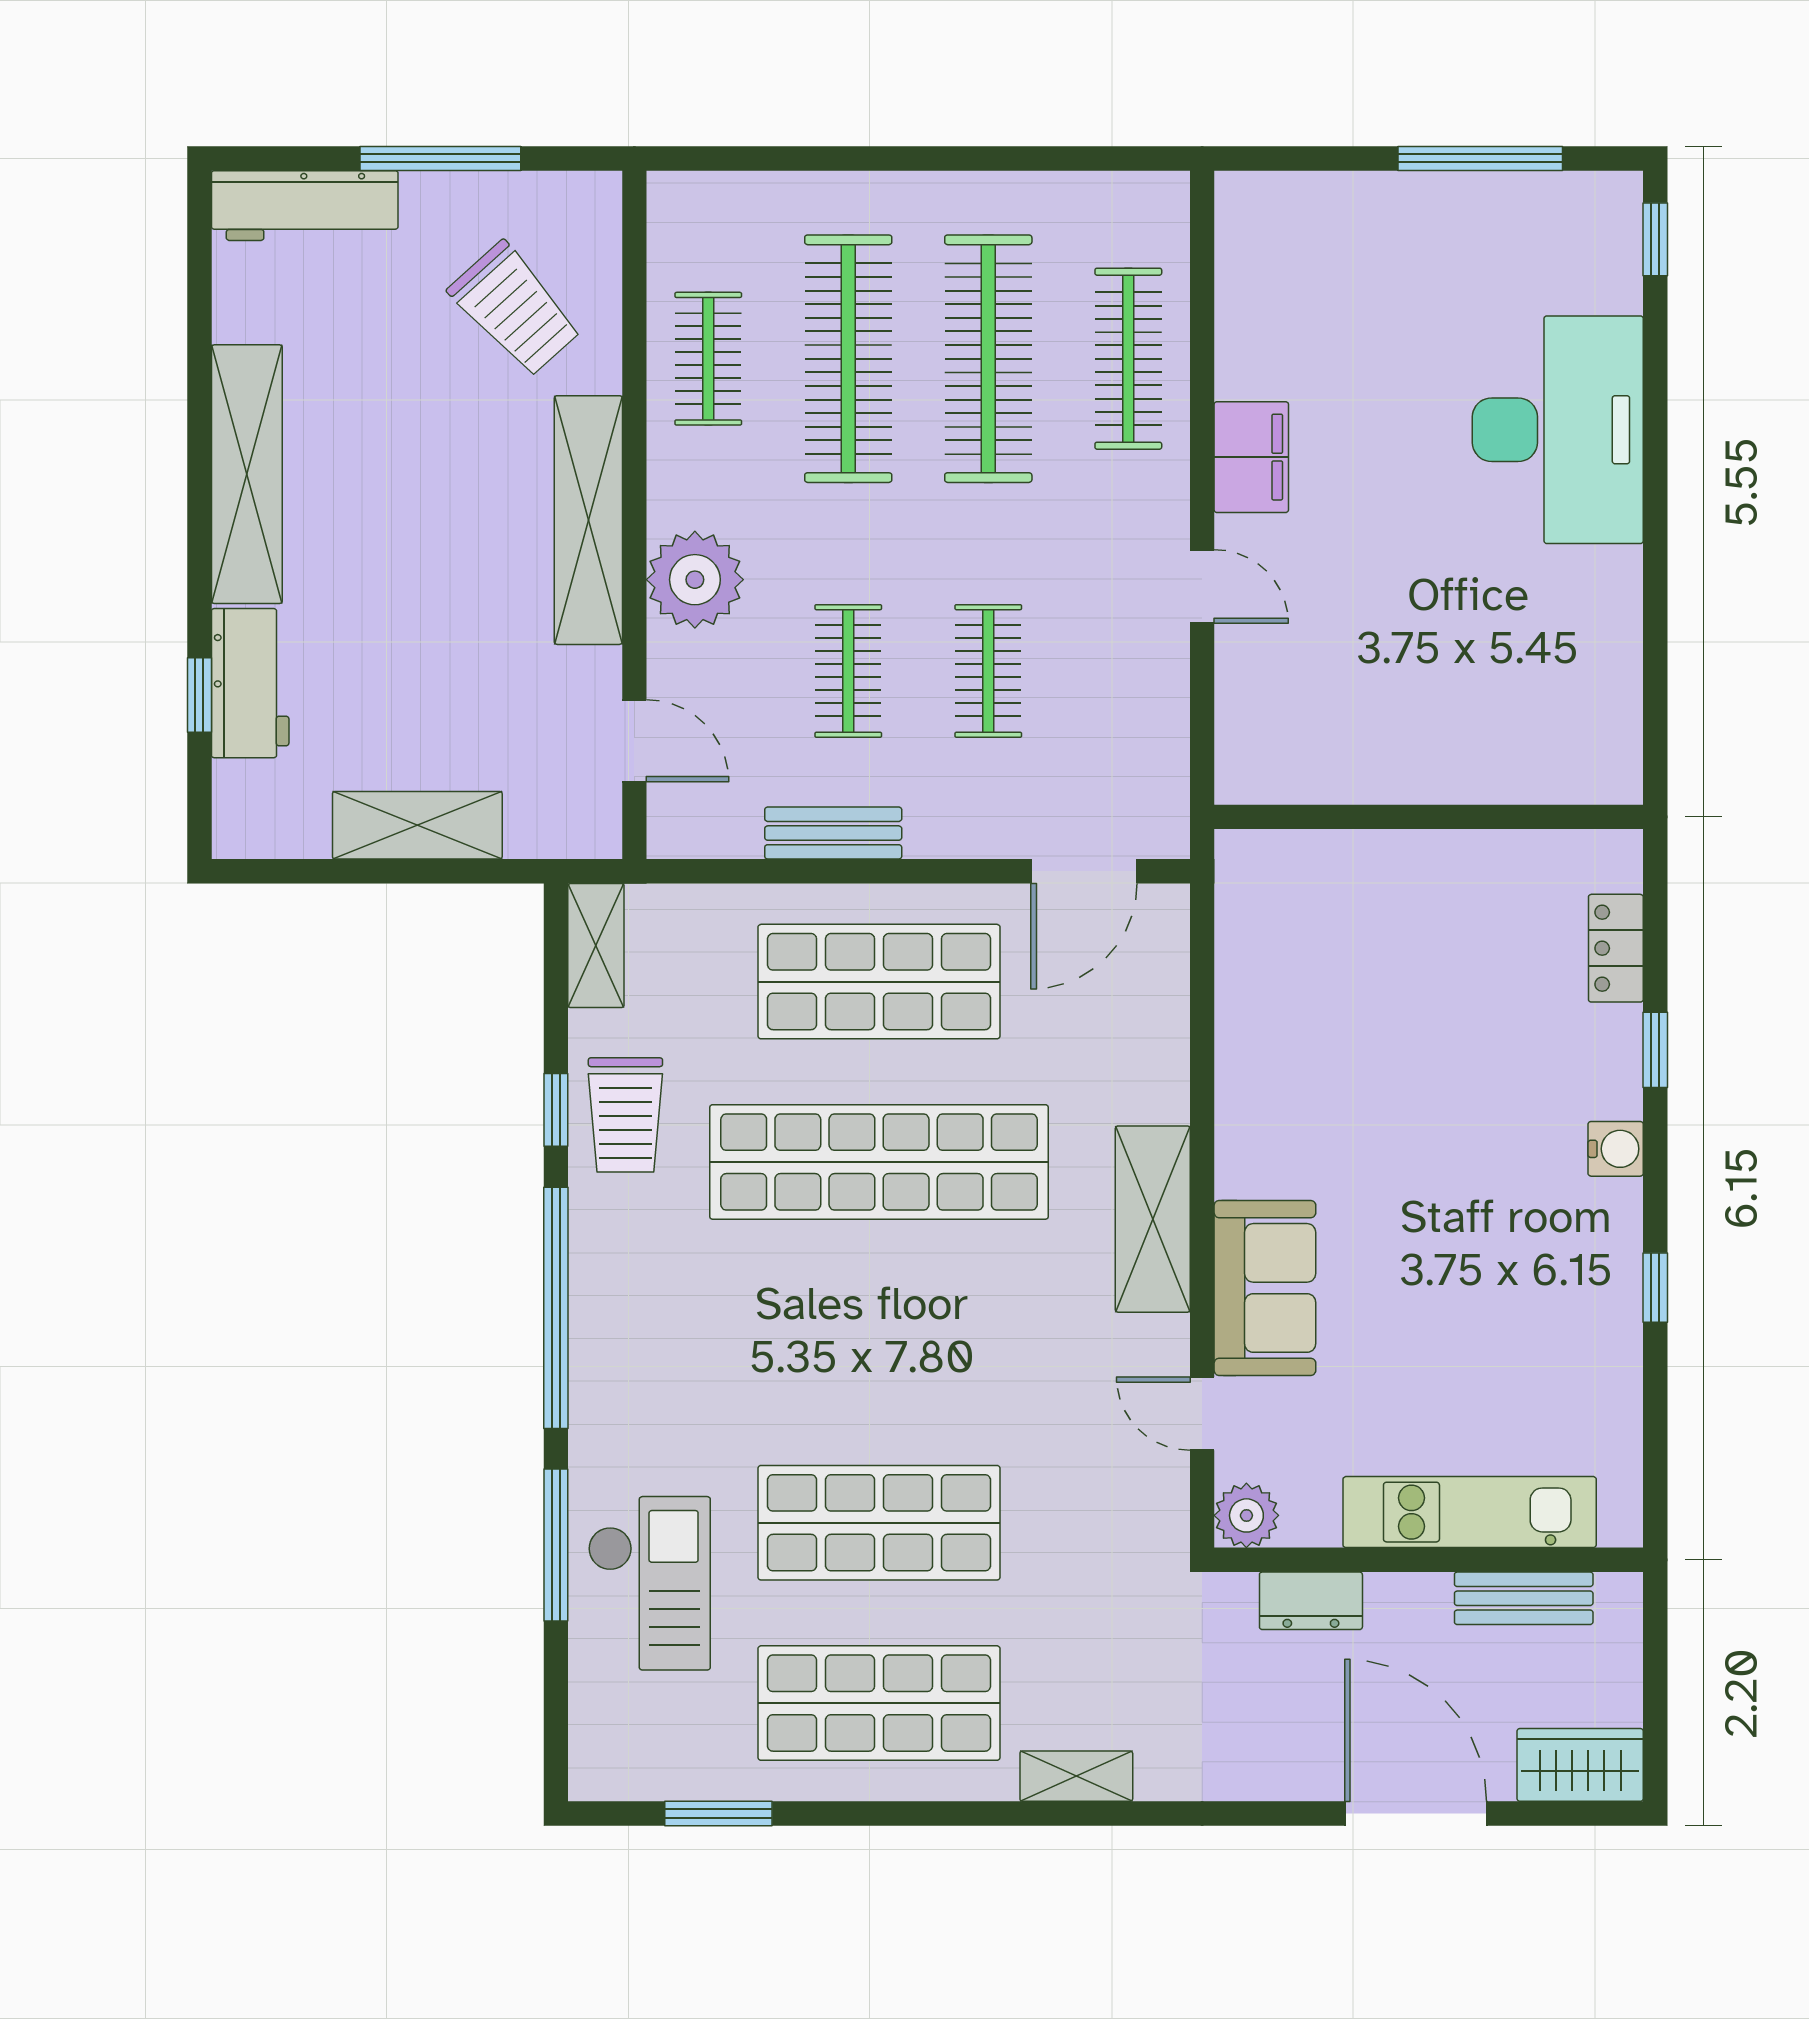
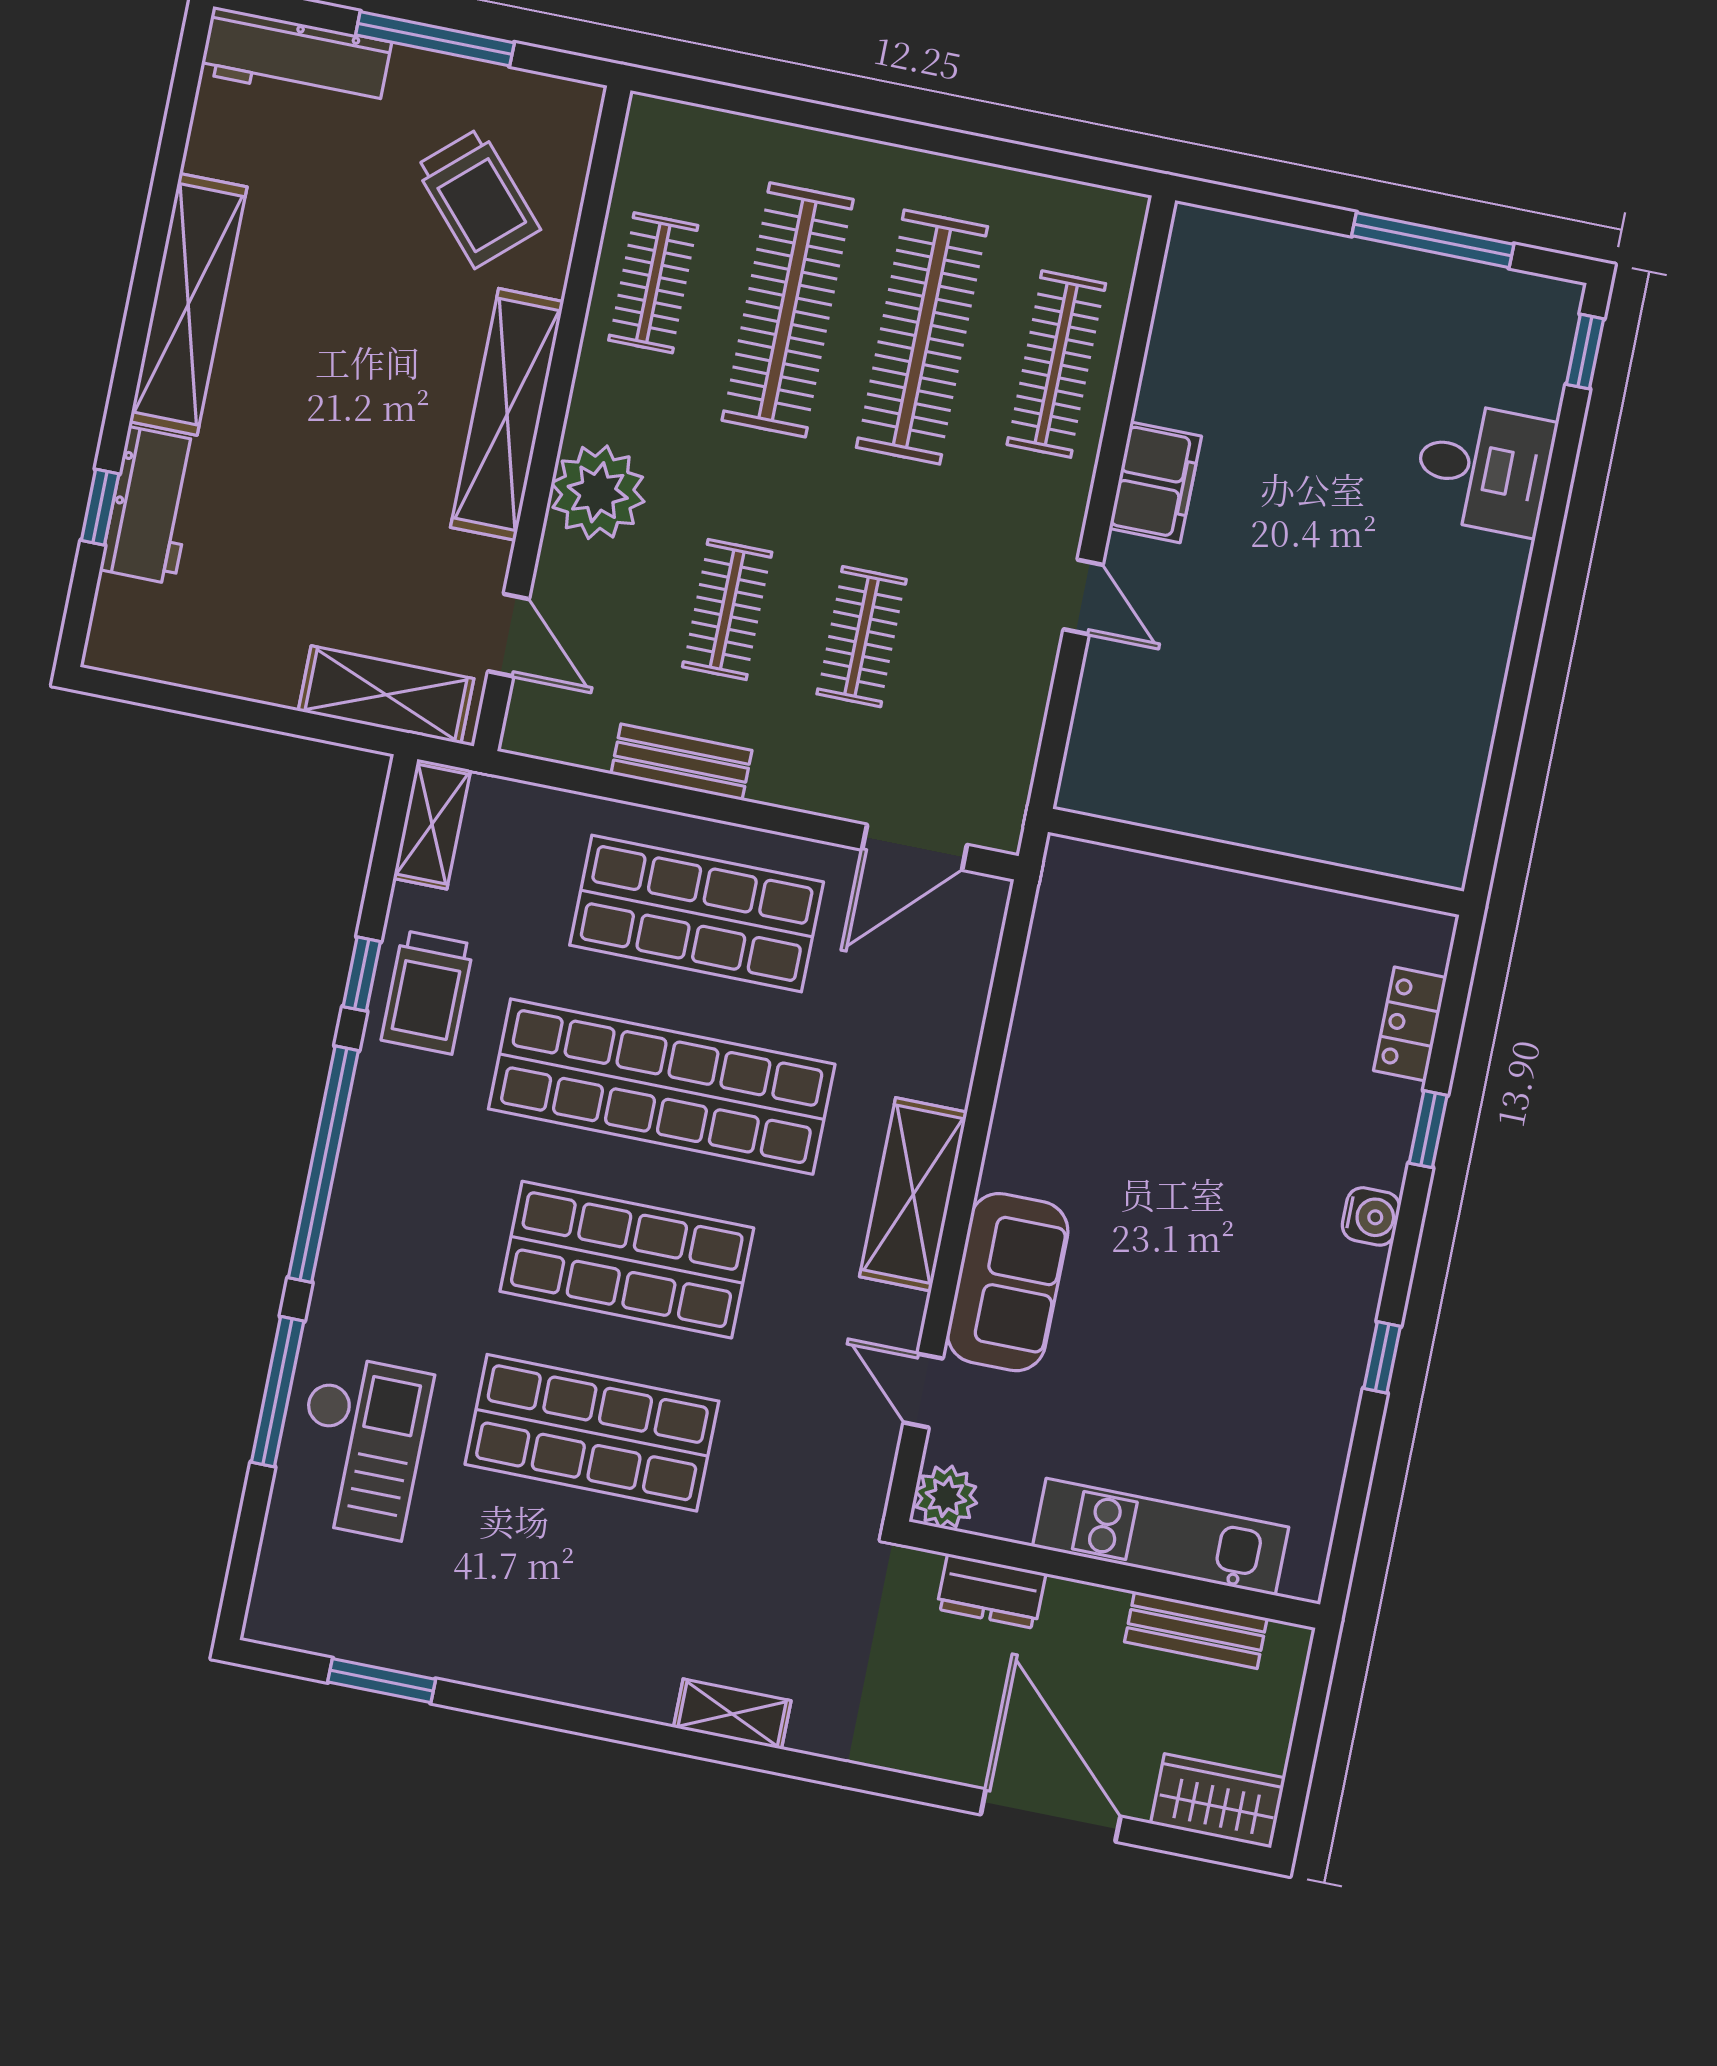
desk: (1558, 430) -> (1484, 468), width x0.53, depth x0.77
shelving: (417, 825) -> (386, 695), moved
shop shelf: (879, 1703) -> (627, 1260), moved

